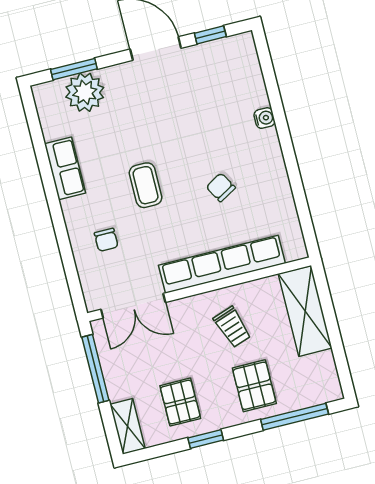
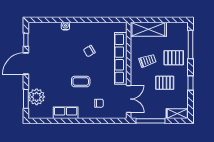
pallet: (180, 402) -> (165, 83), moved

